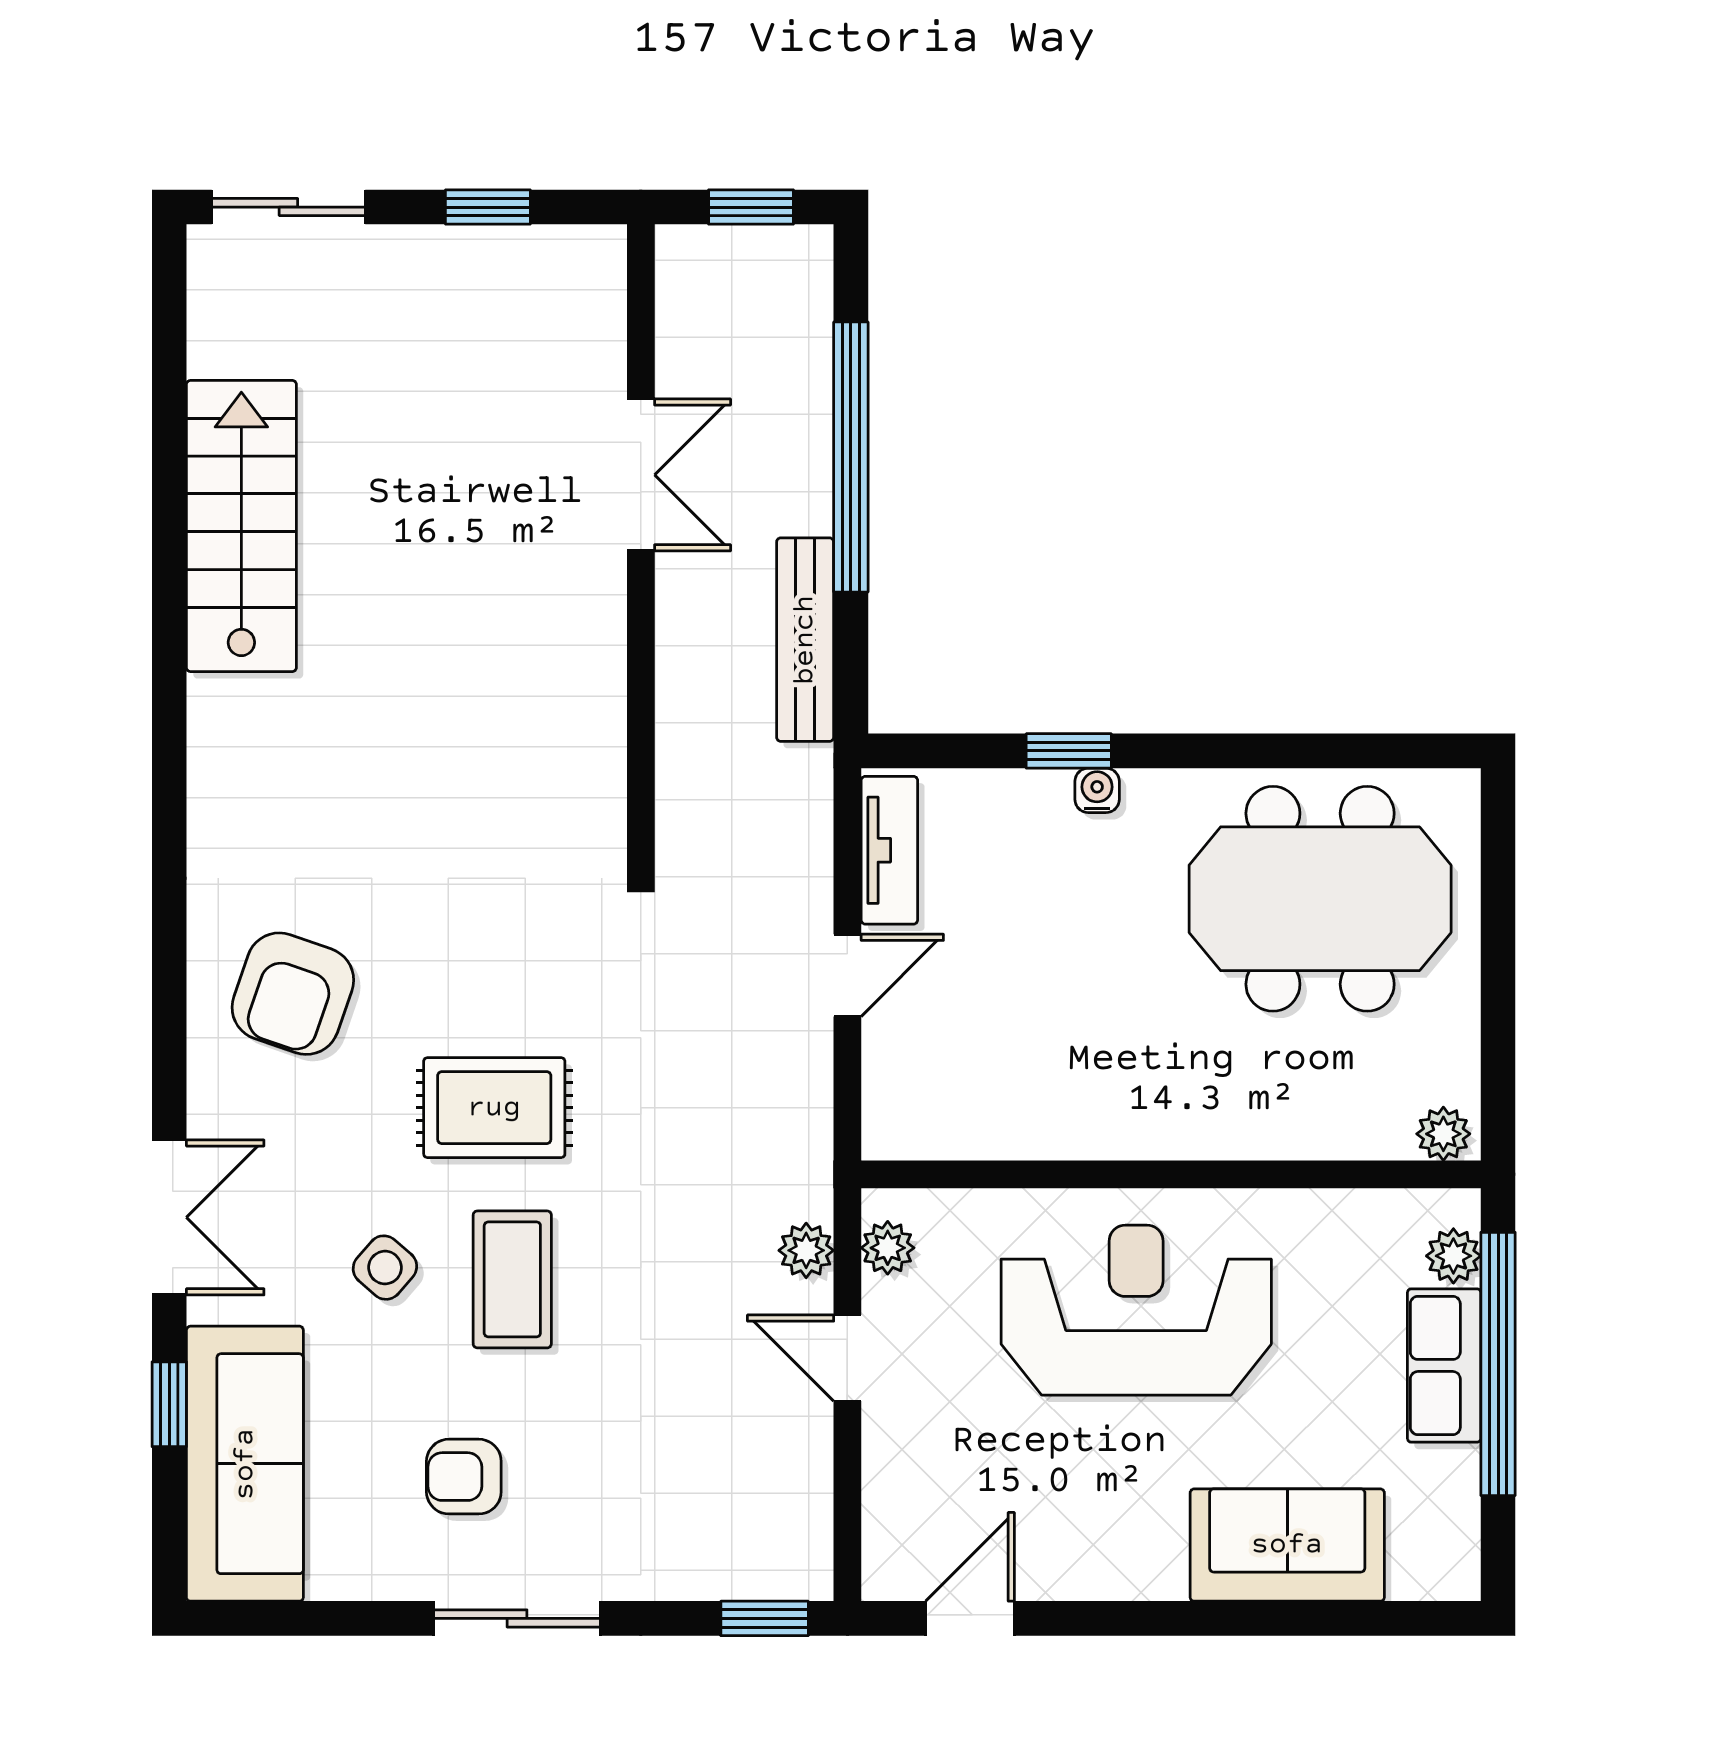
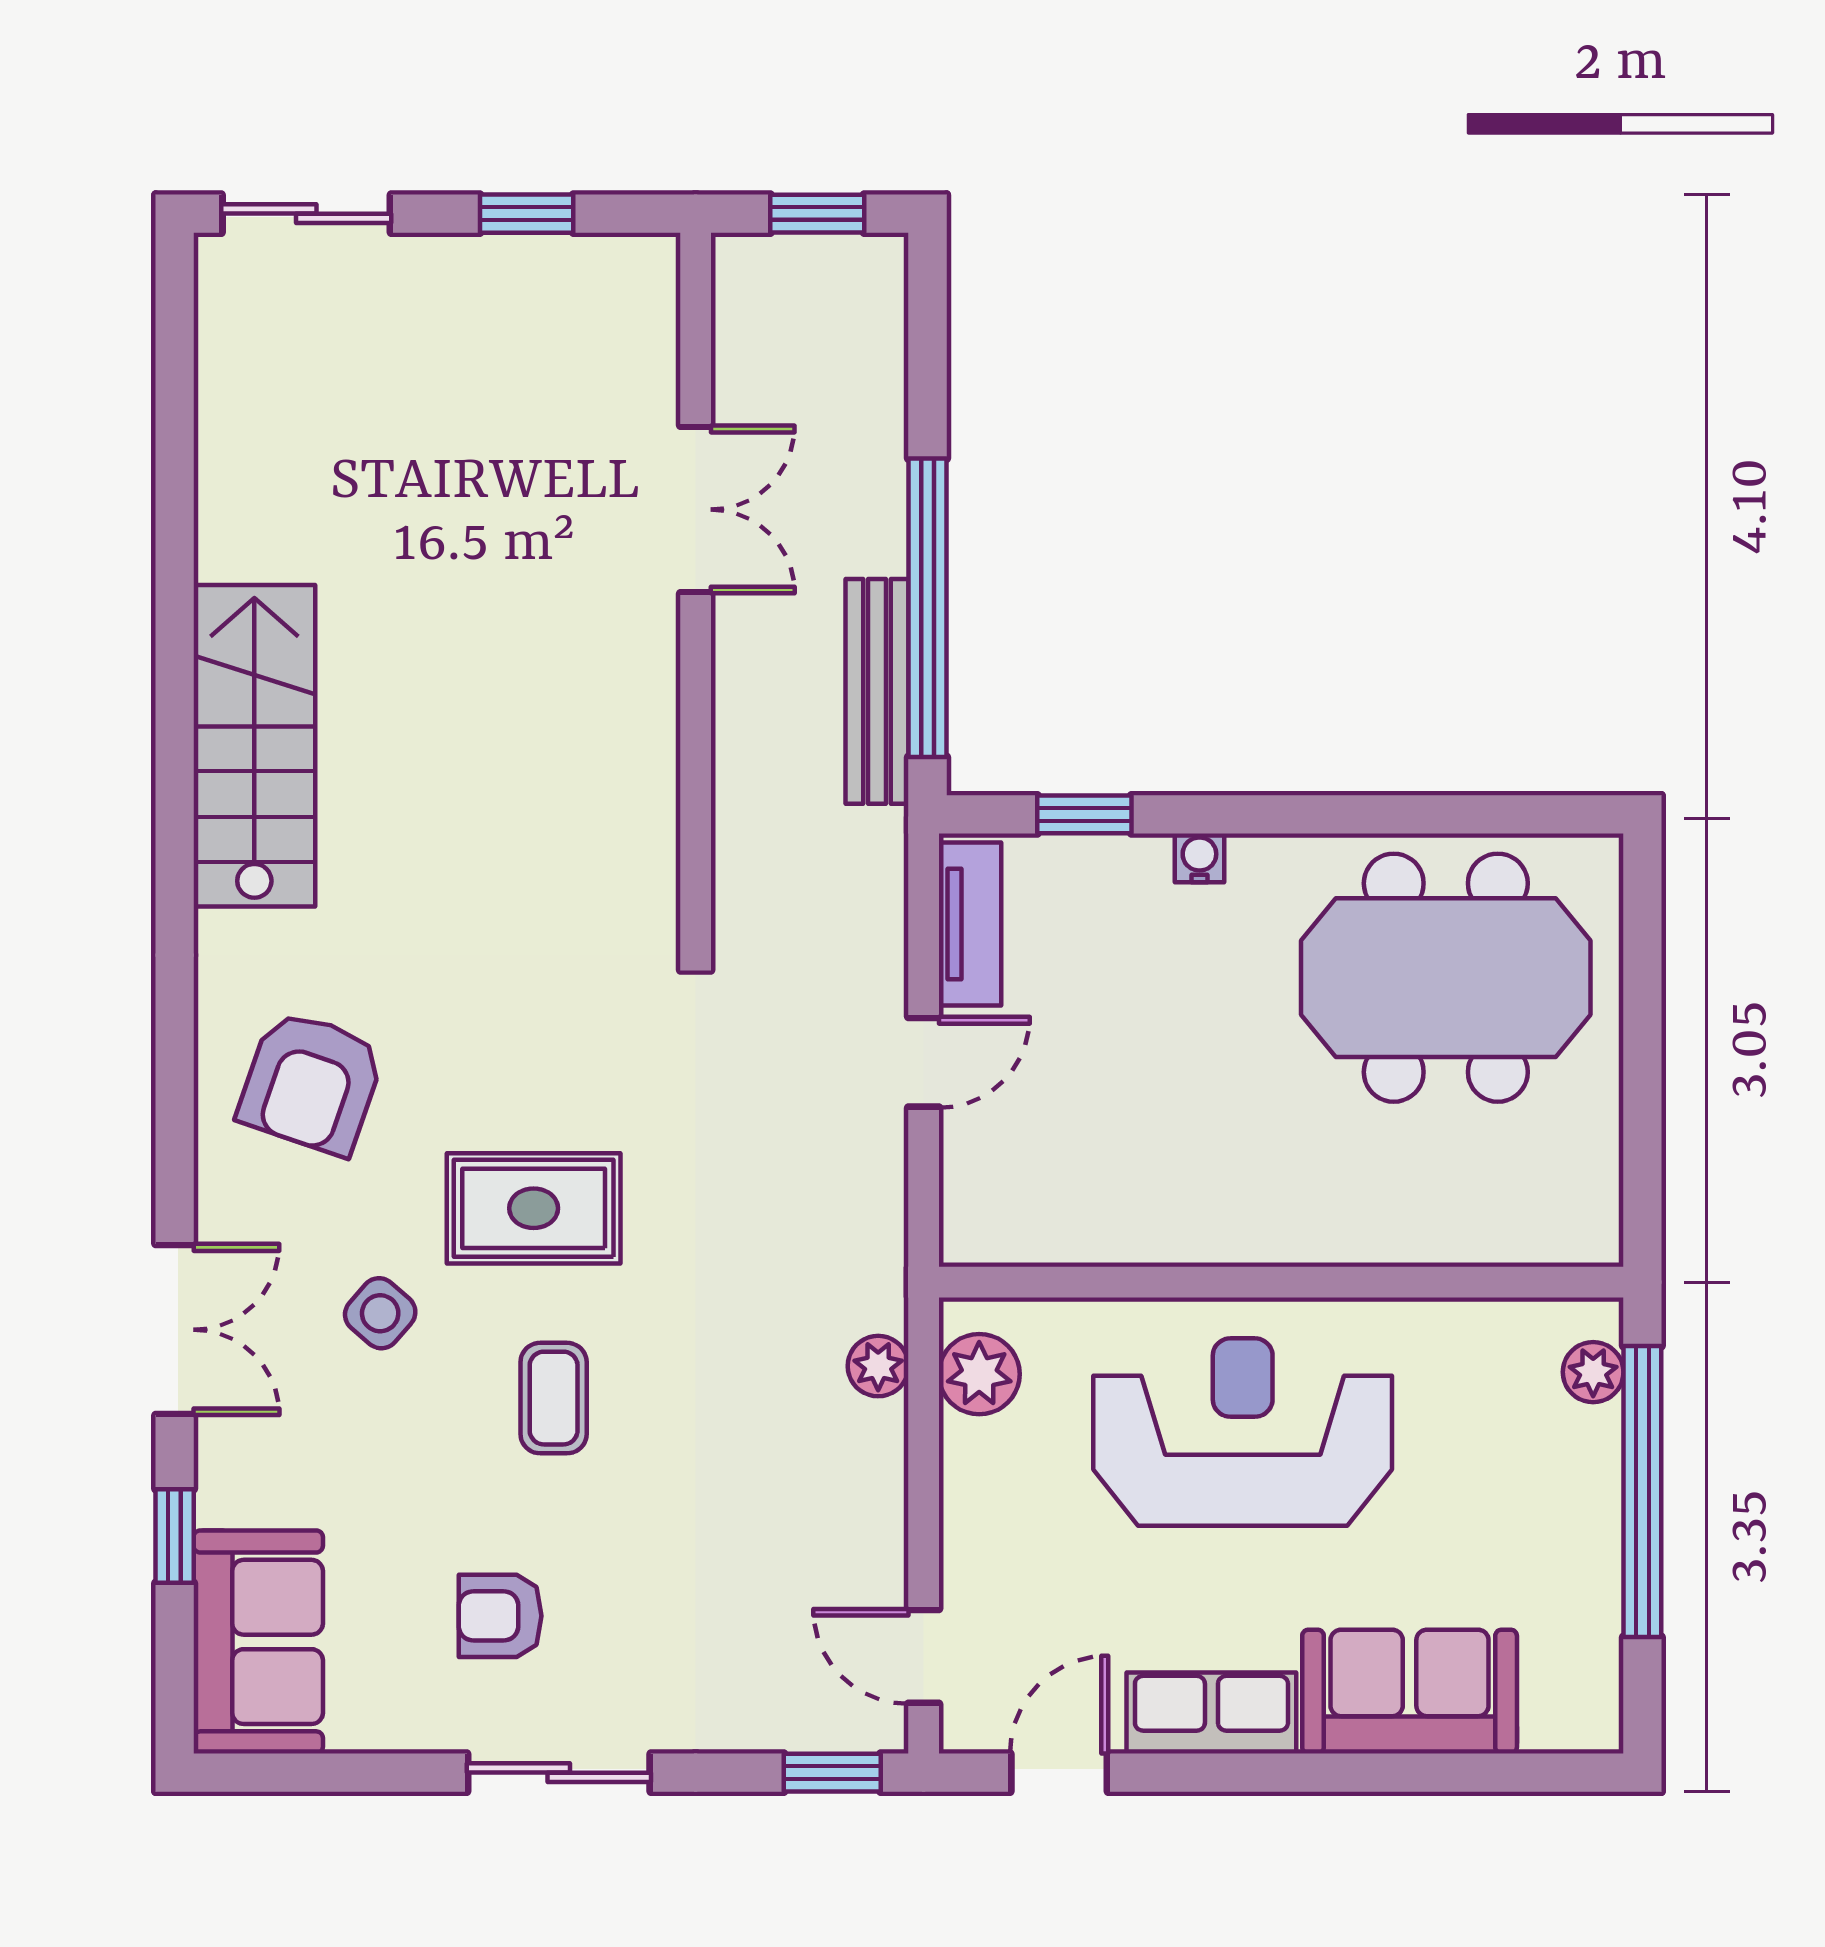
window: (851, 457) -> (928, 608), moved
stairs: (241, 526) -> (254, 746), moved
window: (1069, 751) -> (1084, 814), moved
plant: (1443, 1134) -> (1582, 1237), removed
plant: (888, 1248) -> (979, 1374), width x1.38, depth x1.38
side table: (385, 1268) -> (380, 1313), moved
coffee table: (512, 1279) -> (554, 1398), width x0.73, depth x0.77
door: (847, 1358) -> (924, 1656), moved
row of seats: (1444, 1365) -> (1211, 1713), moved, turned 90
sofa: (245, 1464) -> (258, 1642), width x0.73

